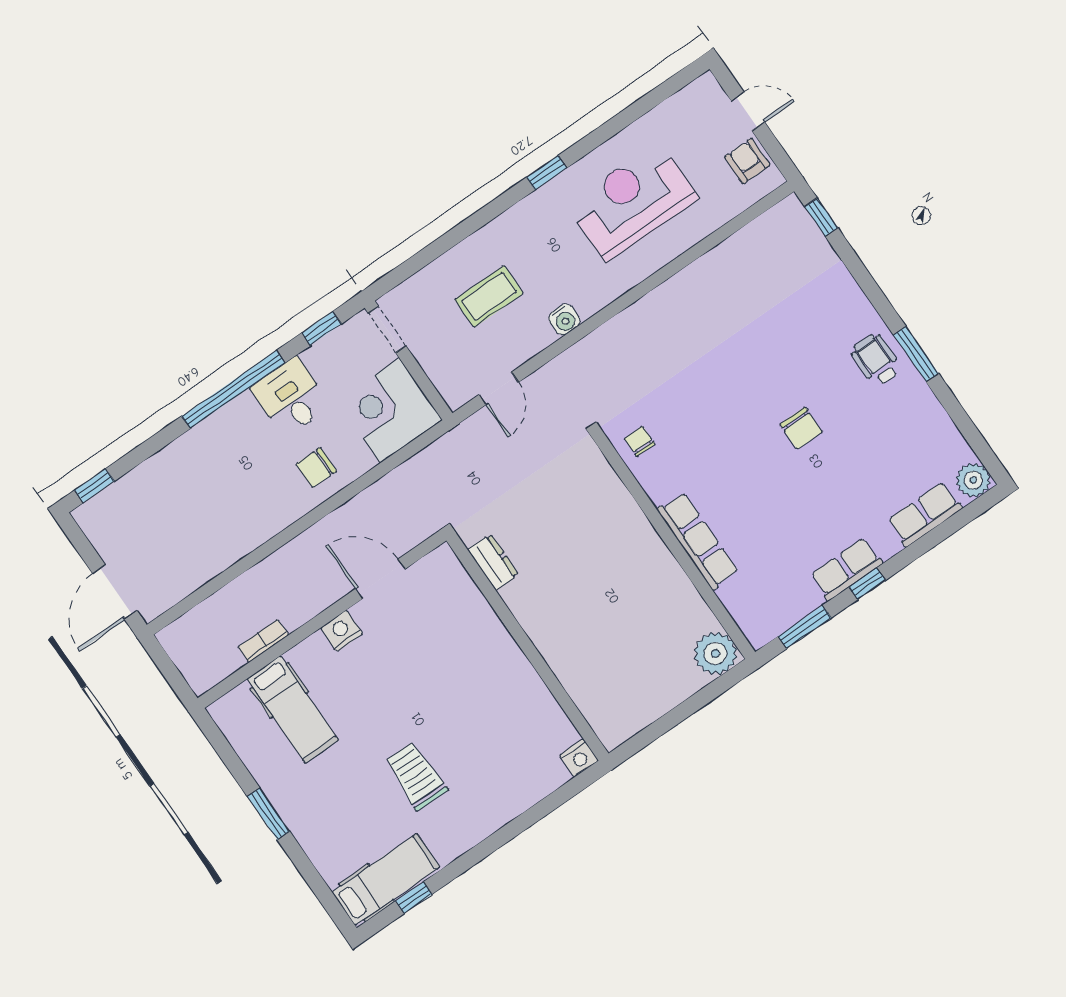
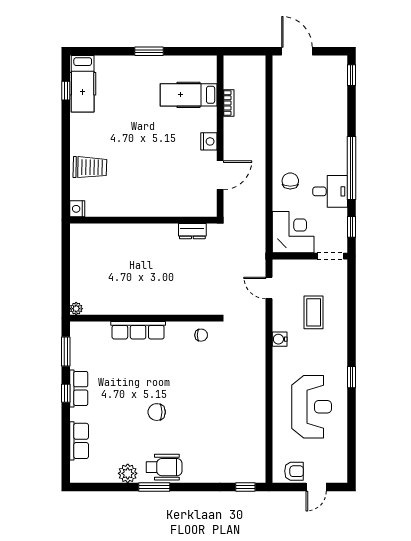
wheelchair: (876, 360) -> (164, 467), width x1.36, depth x1.37
plant: (973, 480) -> (128, 473), moved
plant: (715, 653) -> (76, 309), width x0.53, depth x0.53
trolley: (416, 776) -> (90, 167), moved

